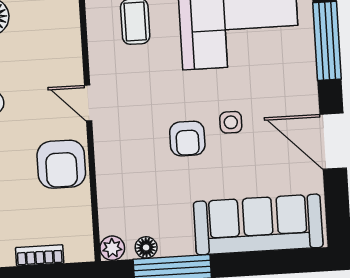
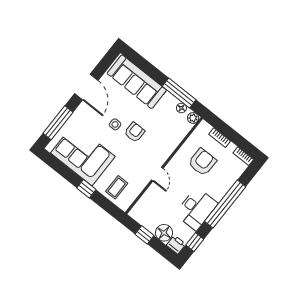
armchair: (61, 164) -> (202, 162), moved

